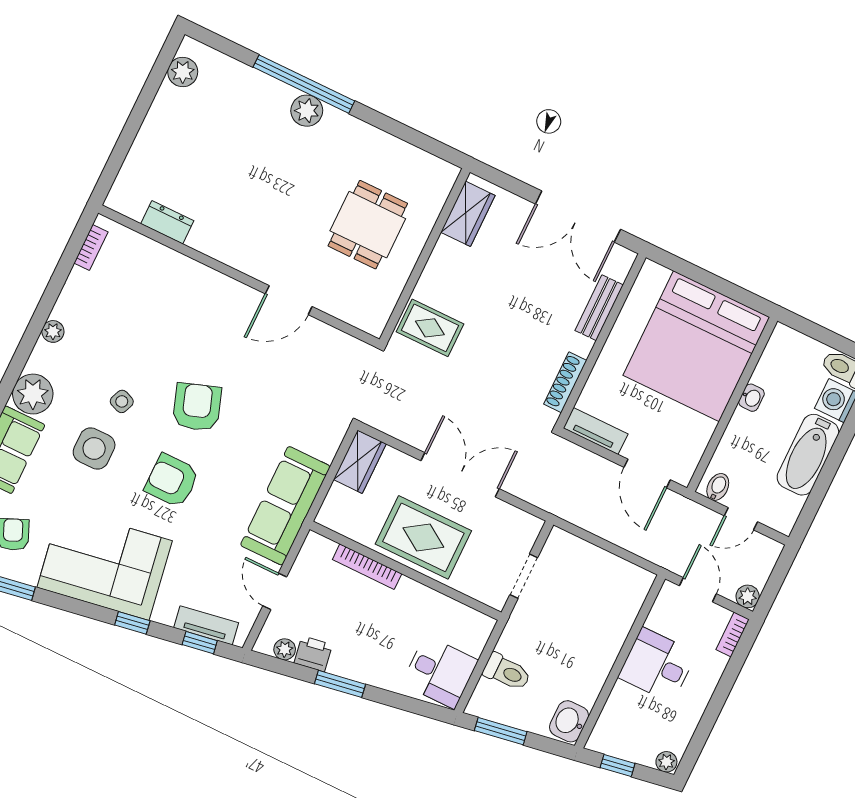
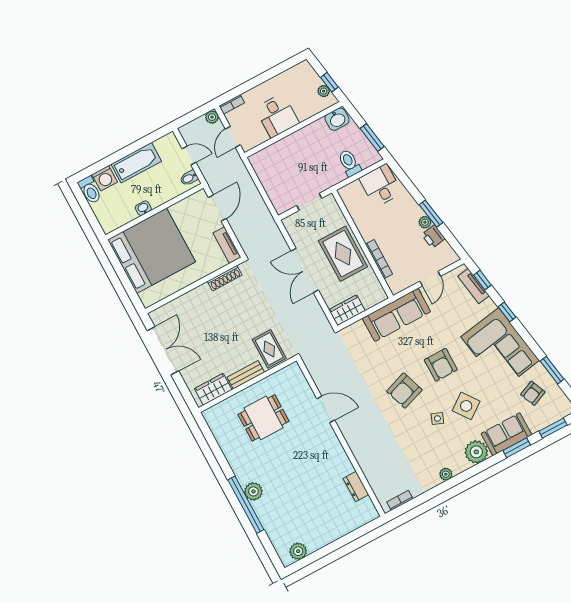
bench: (599, 308) -> (246, 375), moved
side table: (94, 448) -> (466, 406), turned -36
plant: (285, 649) -> (425, 222), moved
plant: (666, 762) -> (324, 91), moved

